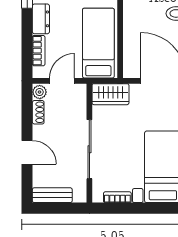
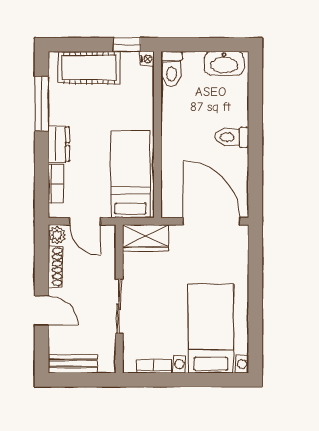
door: (62, 81) -> (85, 221), swing flipped
shoe rack: (38, 112) -> (55, 267), width x1.43
sliding door: (89, 149) -> (119, 306), width x0.73

